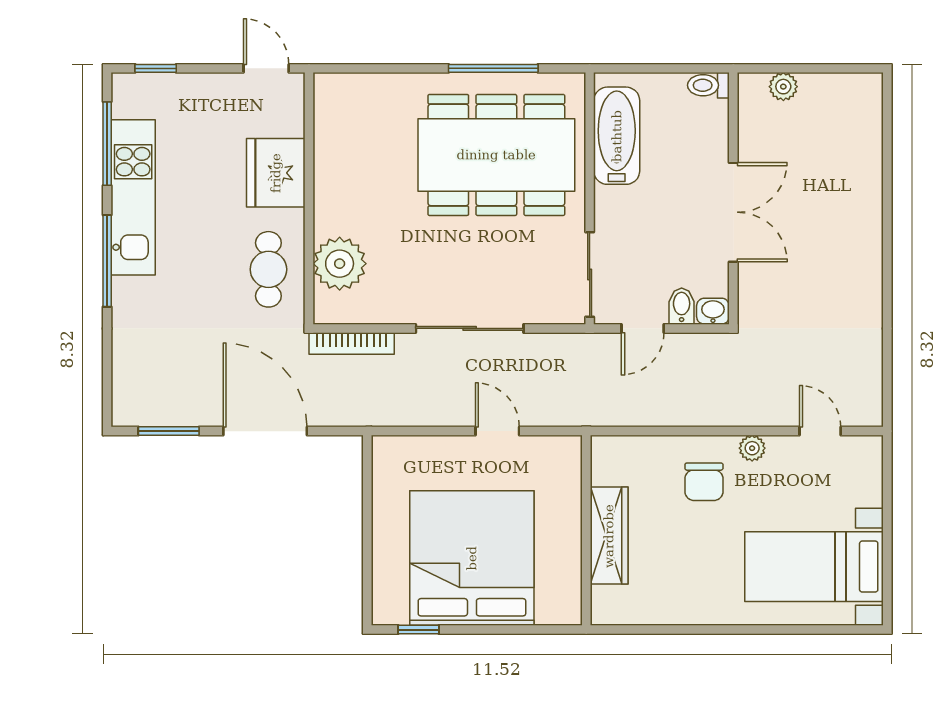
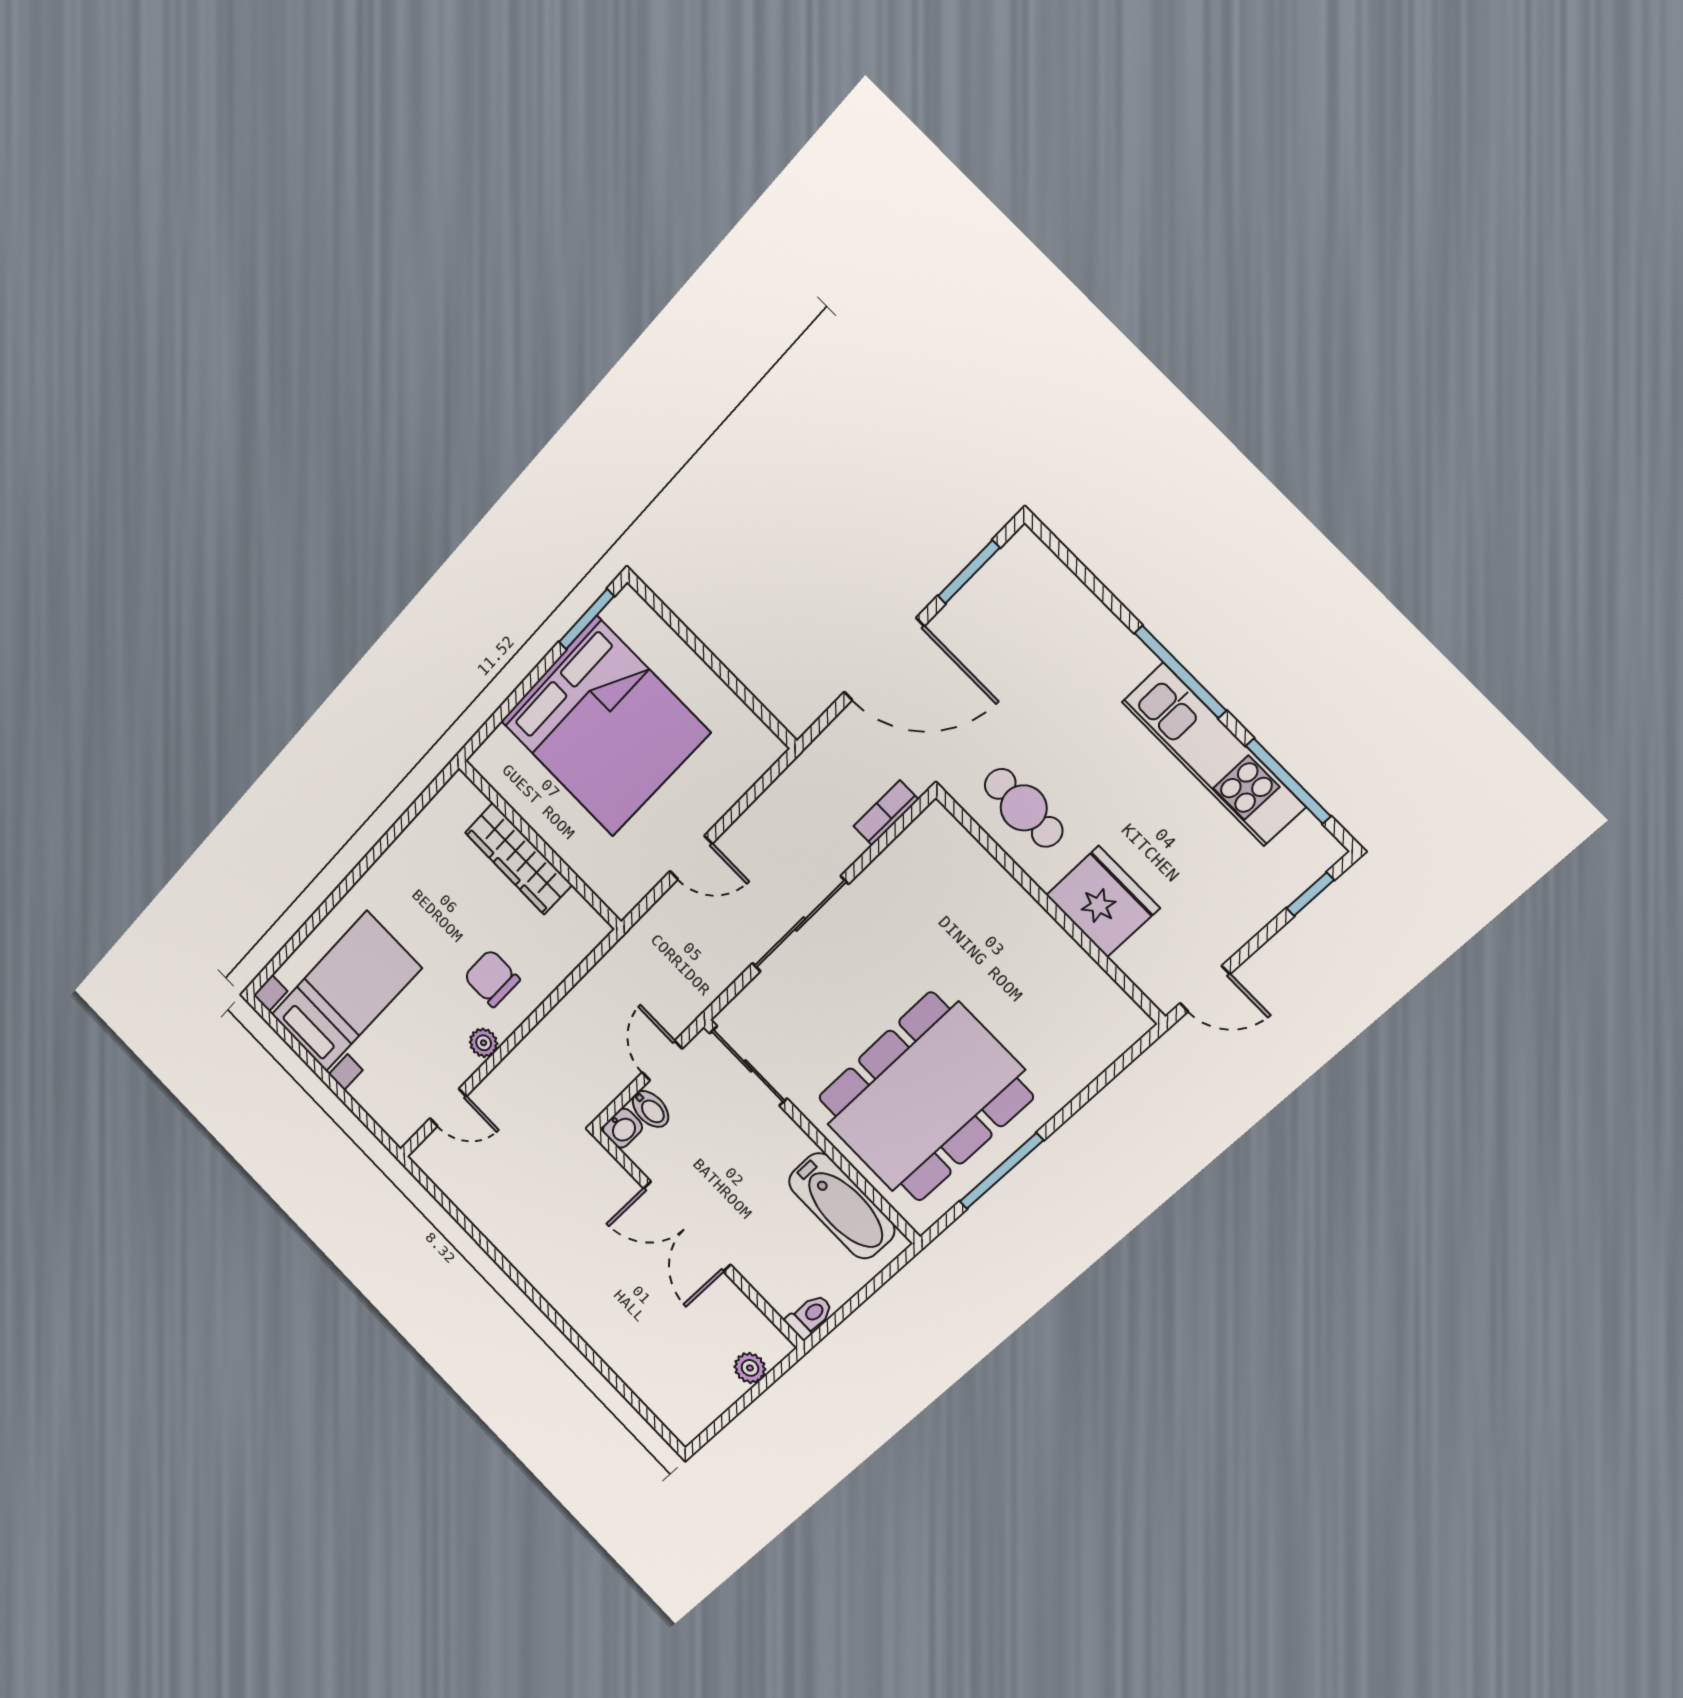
plant: (340, 264) -> (966, 874), removed
bookcase: (352, 343) -> (886, 813), width x0.64
window: (419, 630) -> (586, 619), width x1.50

